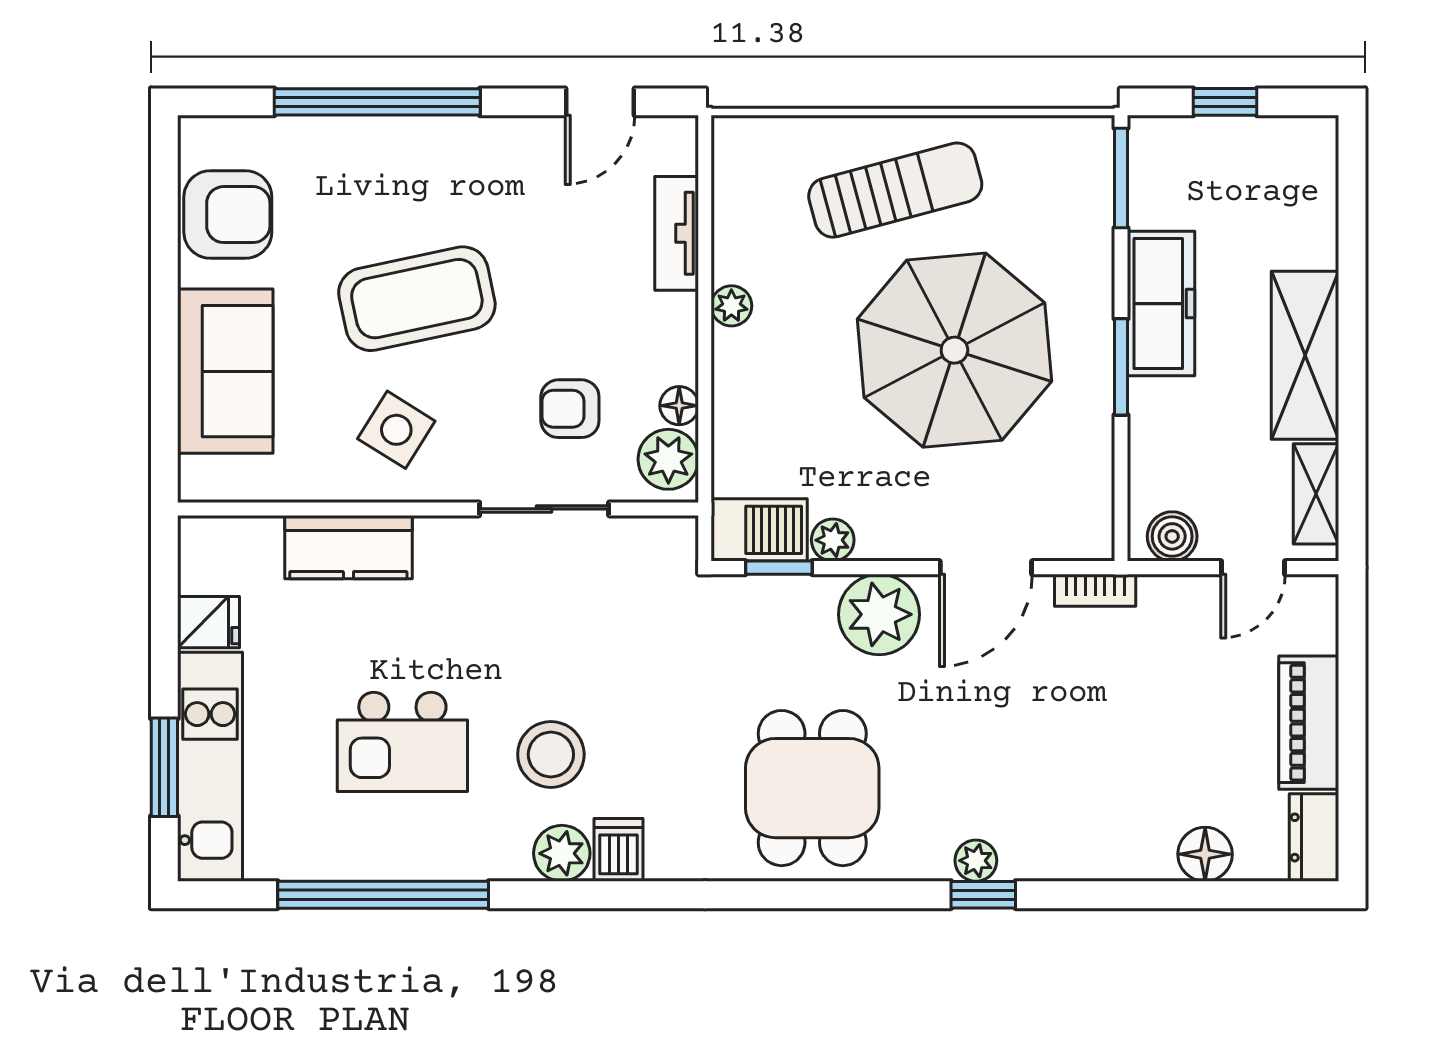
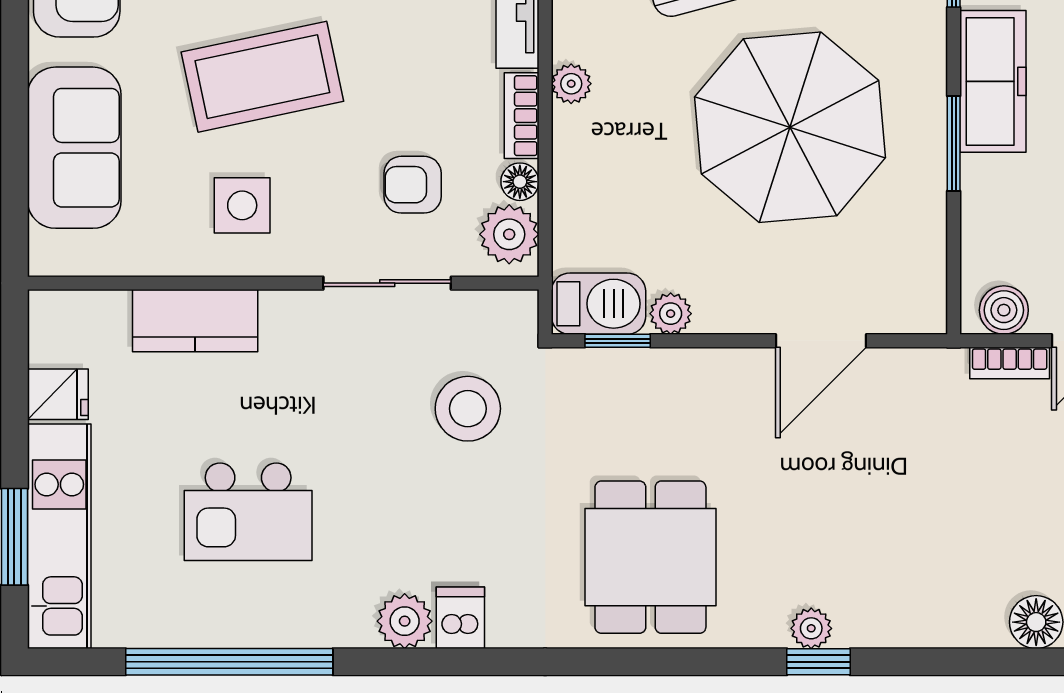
bookcase: (681, 338) -> (522, 116), added
side table: (396, 430) -> (242, 205), turned -32
bookcase: (1095, 590) -> (1010, 363), moved
plant: (879, 614) -> (716, 387), removed
stool: (551, 754) -> (468, 409), moved

